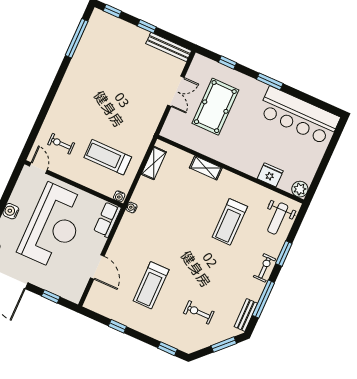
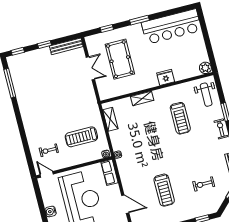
fridge: (270, 175) -> (166, 77), moved

